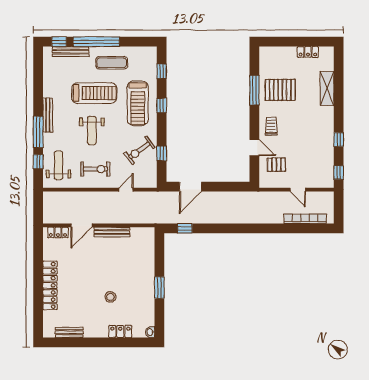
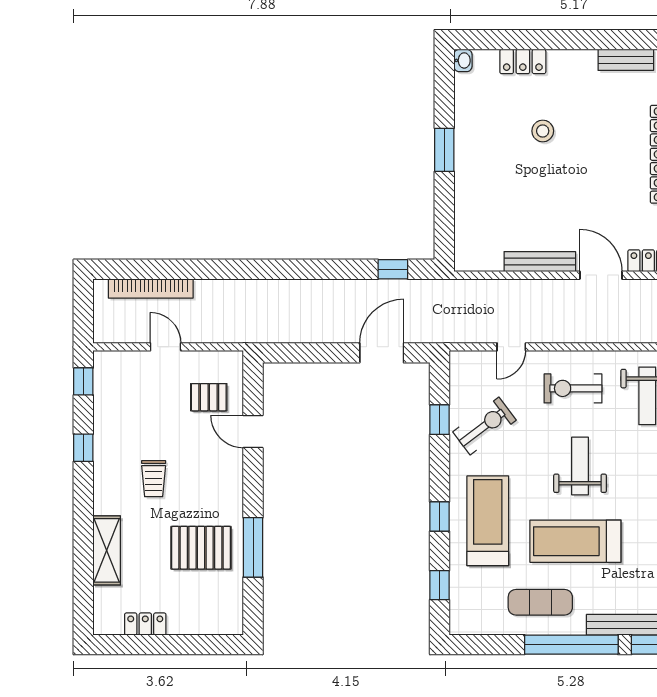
trolley: (271, 126) -> (154, 479), moved
door: (82, 225) -> (601, 275), hinge flipped

